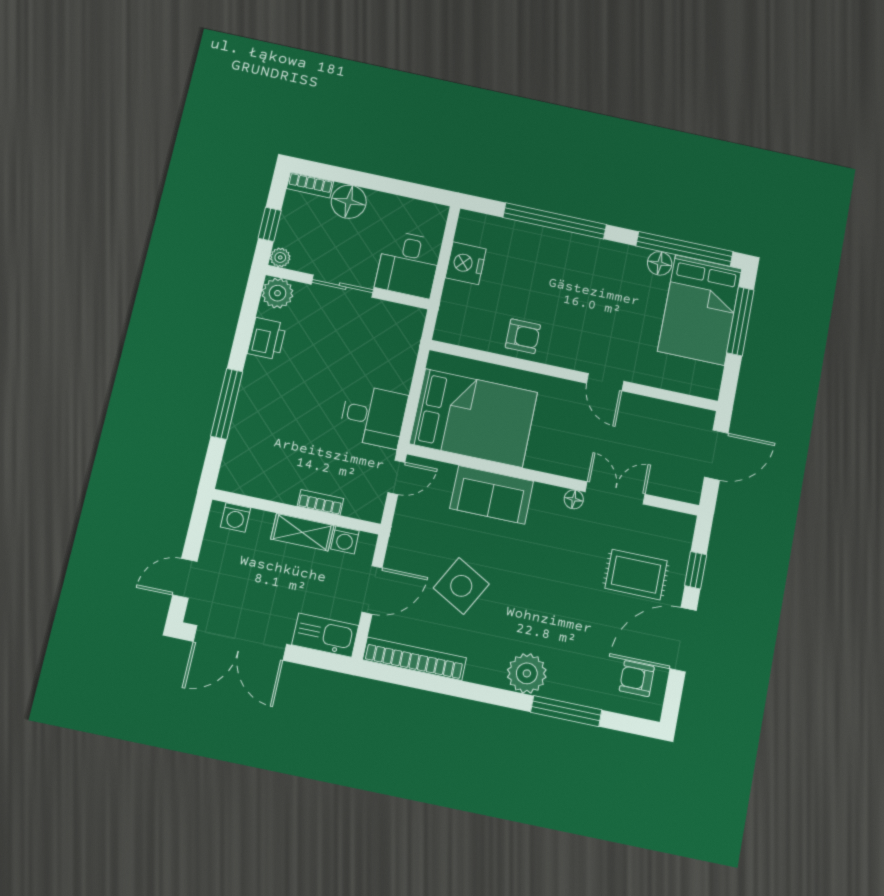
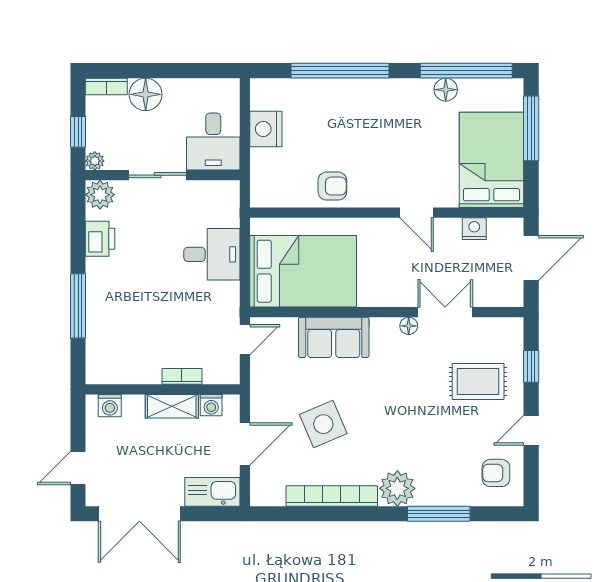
bed: (700, 310) -> (491, 160), moved, turned 180
nightstand: (662, 412) -> (474, 229), added
desk: (373, 416) -> (212, 254), moved
side table: (461, 586) -> (323, 424), turned 38
door: (683, 640) -> (531, 430), width x0.53
bookcase: (415, 659) -> (332, 496), moved

